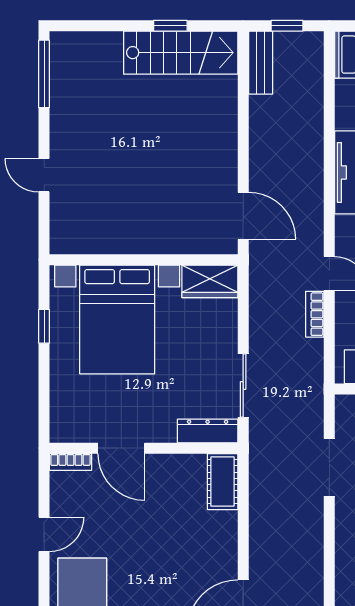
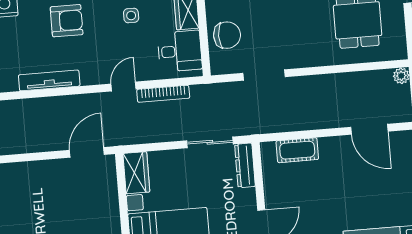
bookcase: (315, 314) -> (163, 94), width x1.56
cot: (223, 482) -> (297, 150), moved

